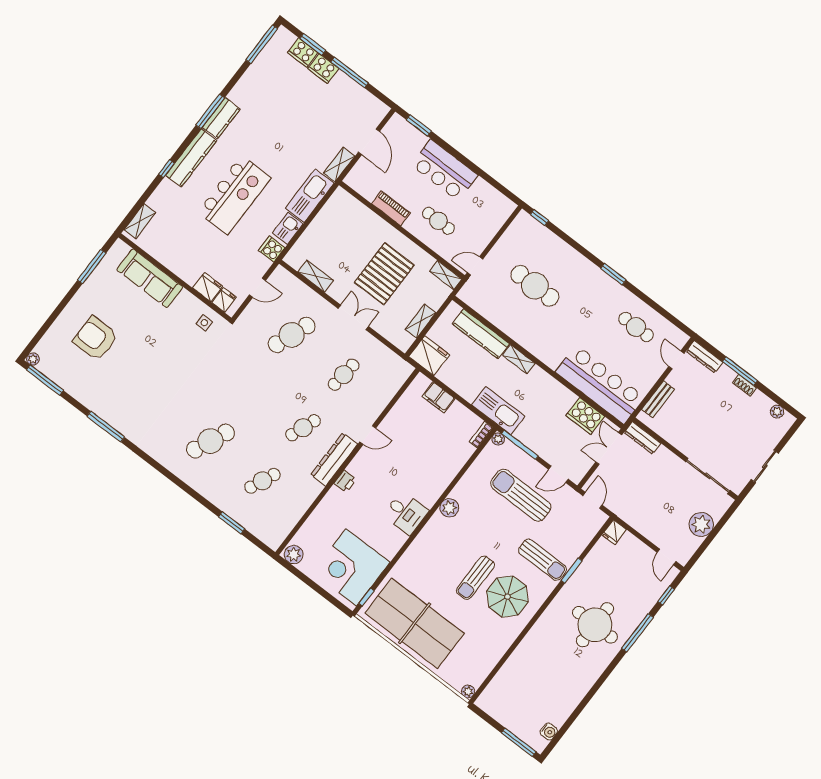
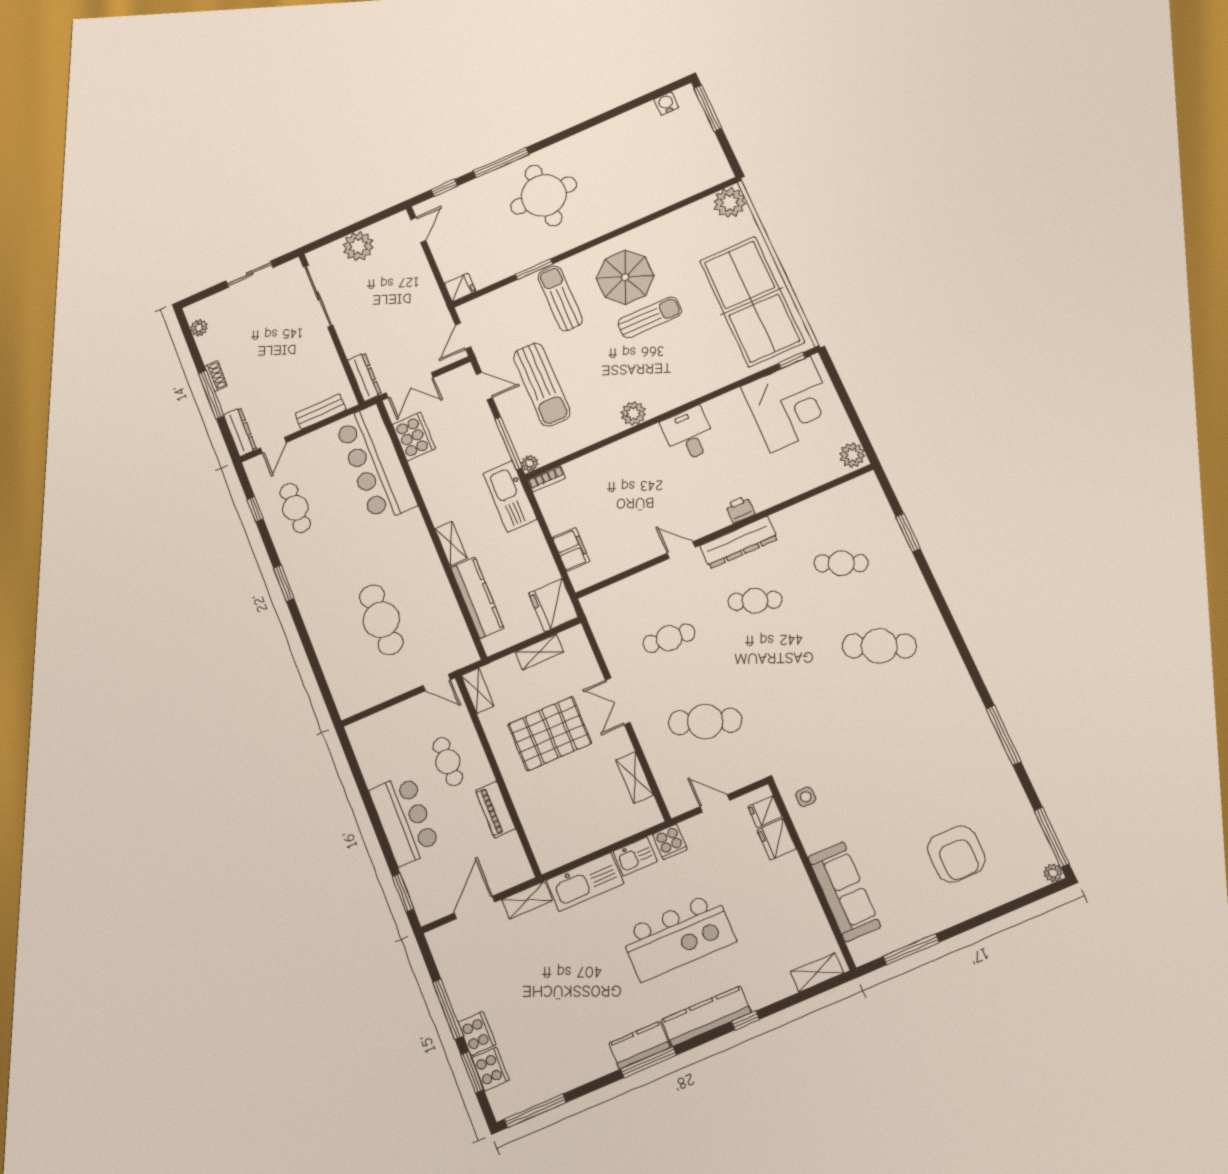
kitchen island: (234, 195) -> (678, 937), turned 180
window: (539, 218) -> (255, 509), moved
plant: (468, 691) -> (730, 203), width x1.88, depth x1.88

